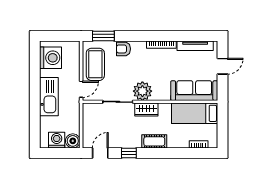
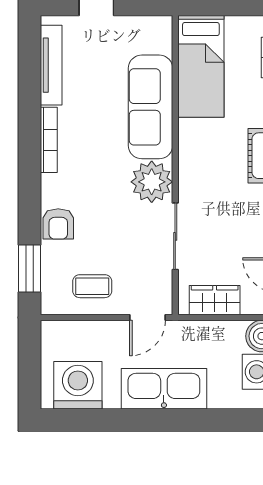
coffee table: (95, 64) -> (92, 286), width x0.54, depth x0.58
door: (81, 89) -> (148, 317), swing flipped
sofa: (194, 91) -> (150, 107), moved
wardrobe: (146, 110) -> (215, 300), moved, turned -90

